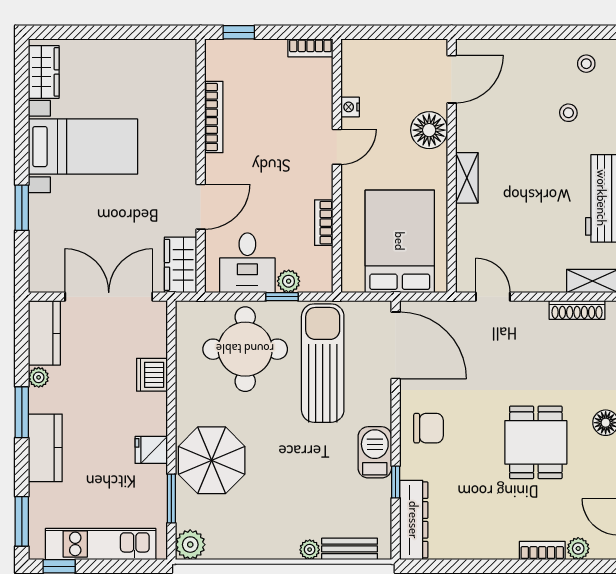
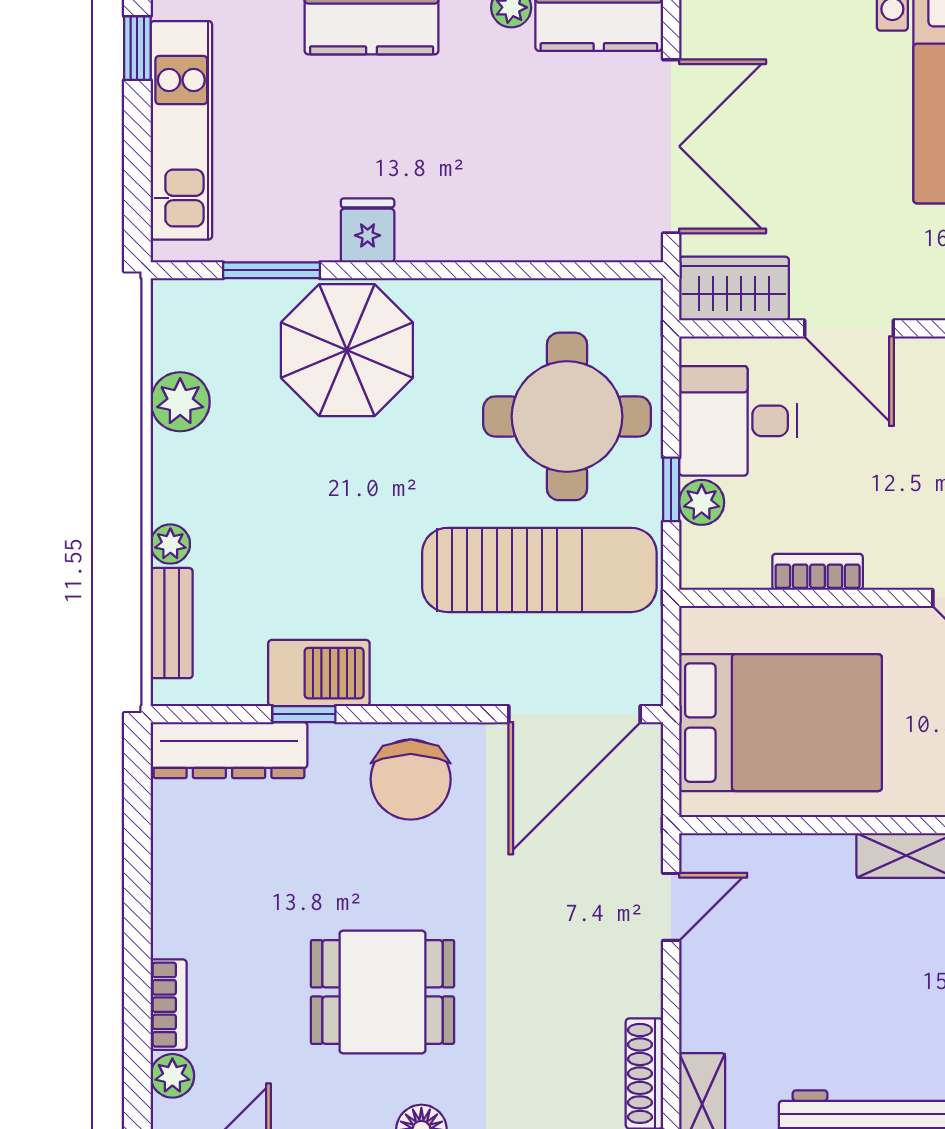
dishwasher: (152, 375) -> (516, 232), removed
chair: (429, 428) -> (411, 779), width x1.37, depth x1.37
barbecue: (375, 452) -> (319, 673), moved
plant: (190, 545) -> (180, 402), moved

